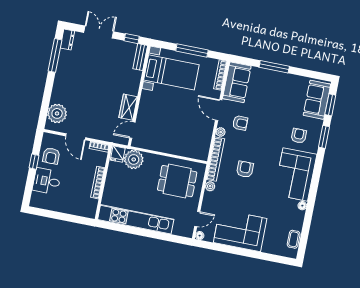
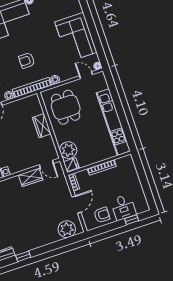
window: (55, 55) -> (23, 256), width x0.46
wardrobe: (173, 147) -> (42, 126), added
window: (34, 162) -> (132, 220), moved

